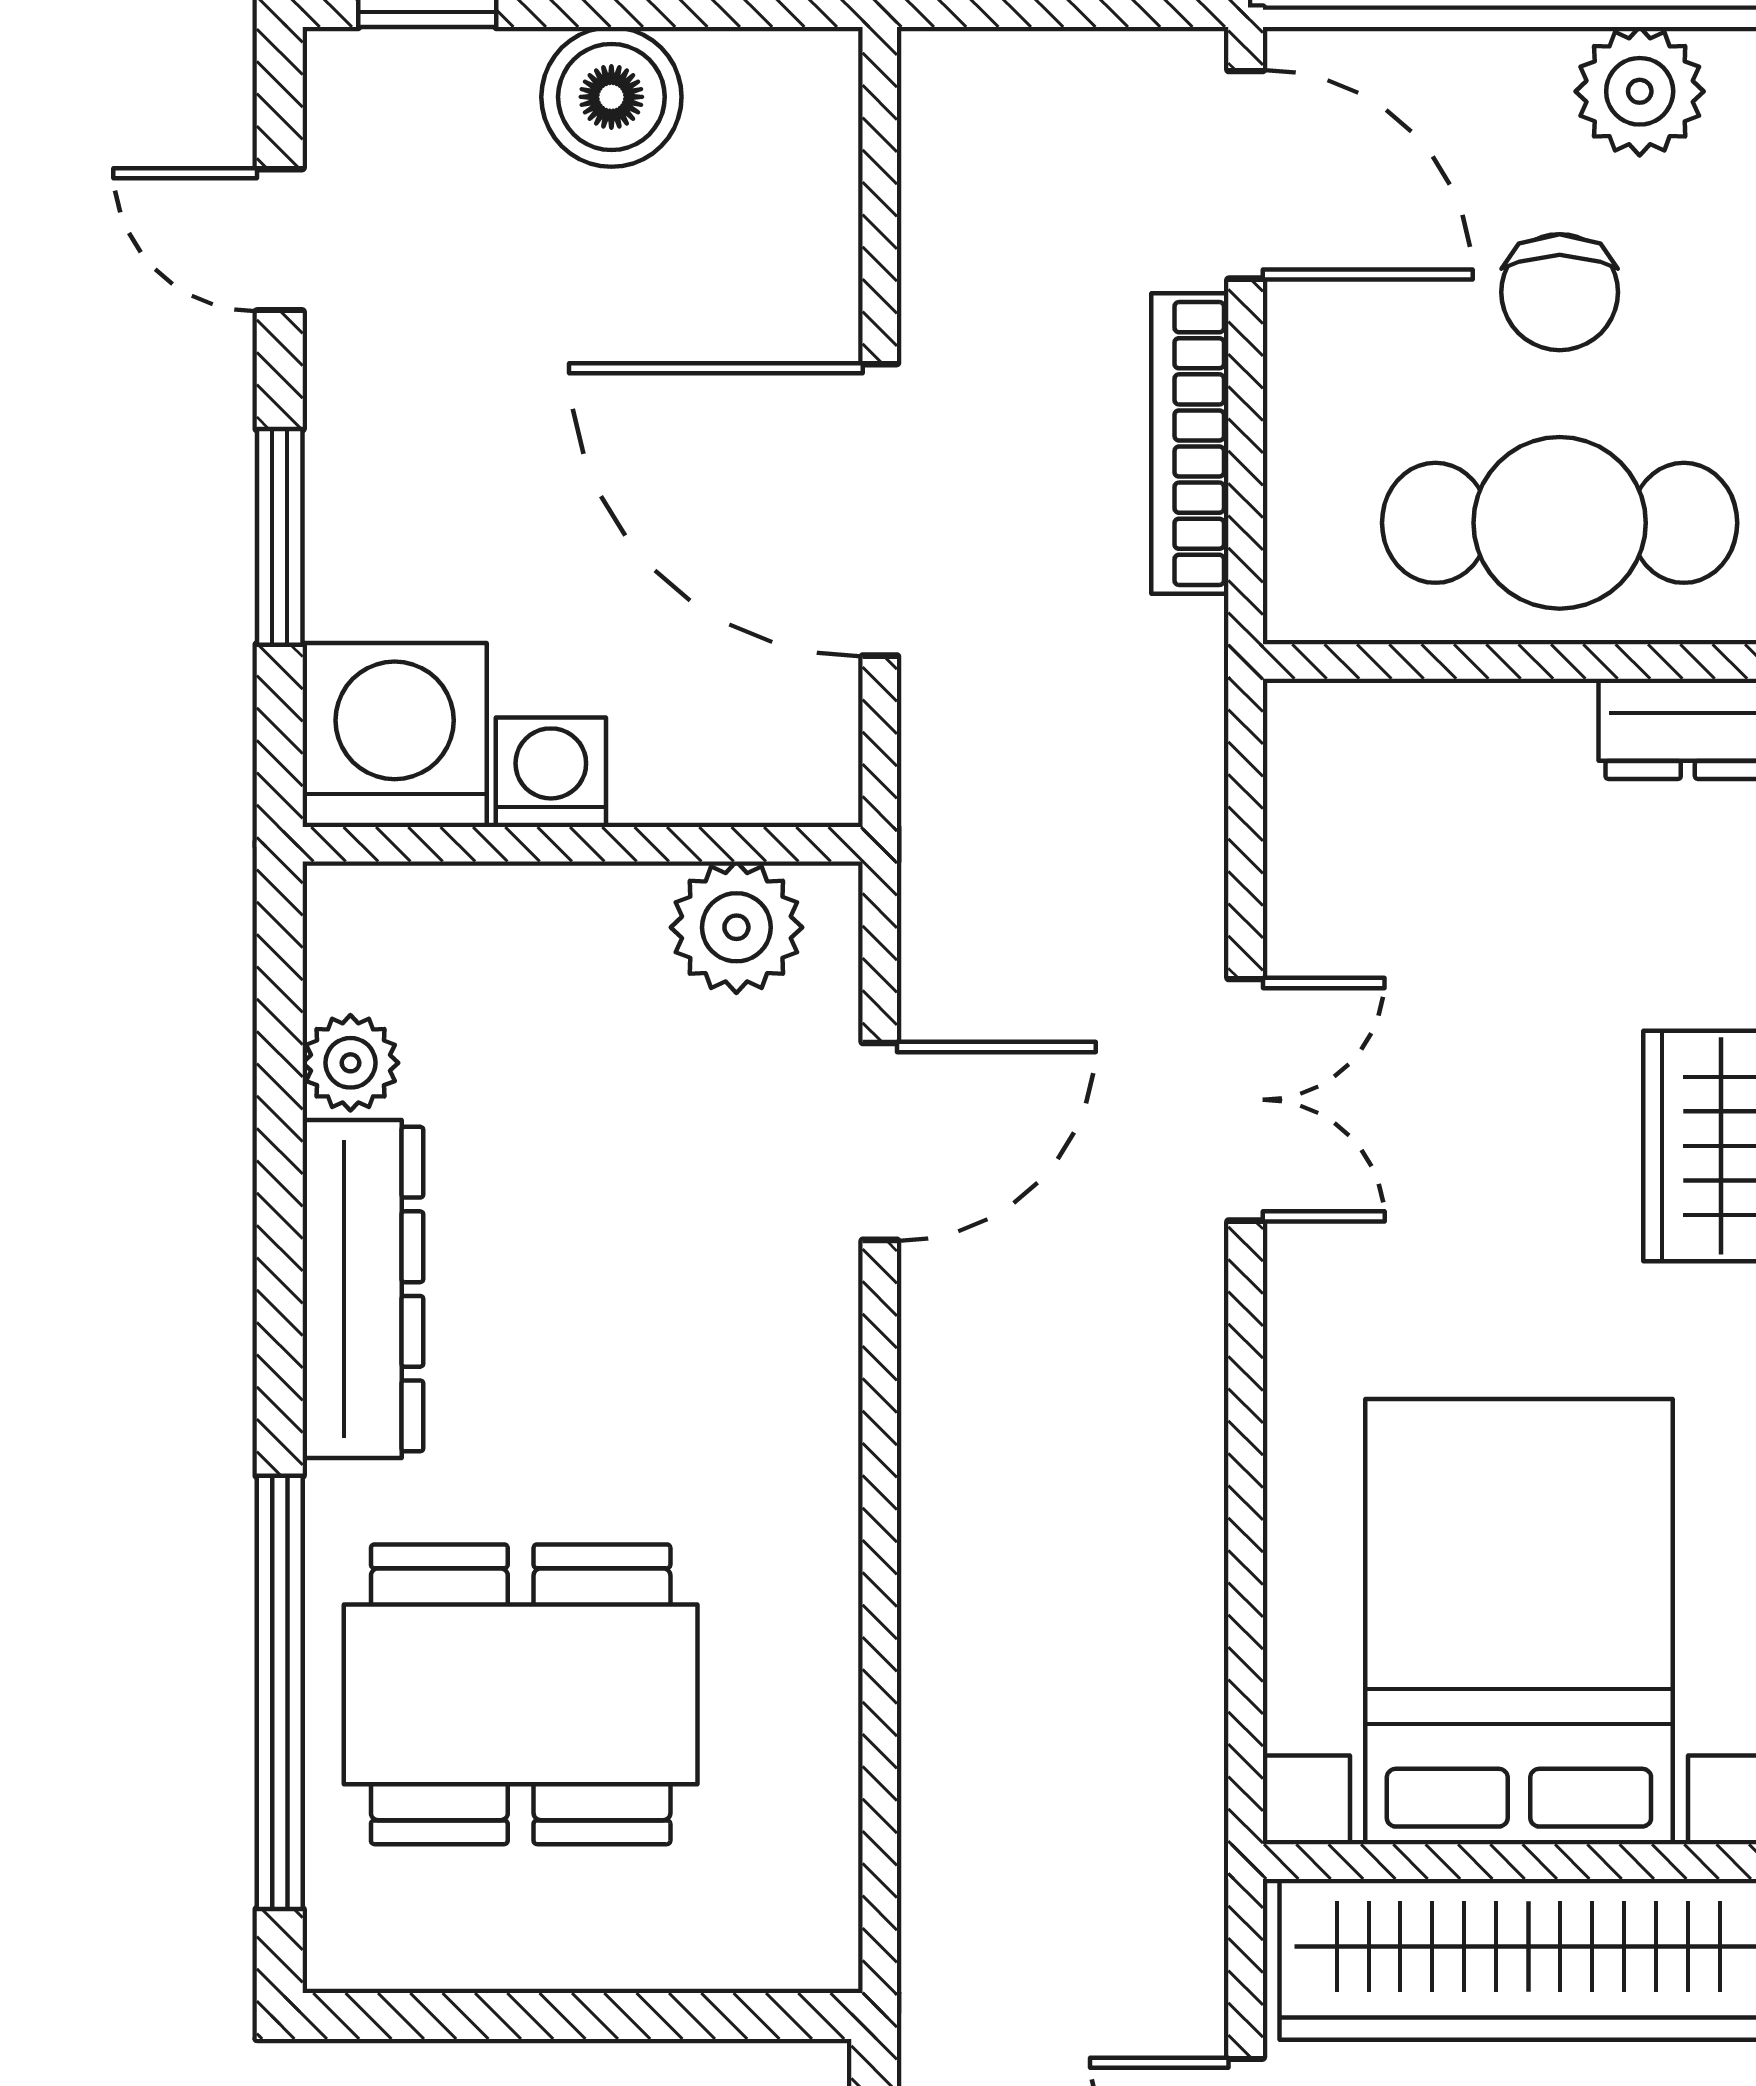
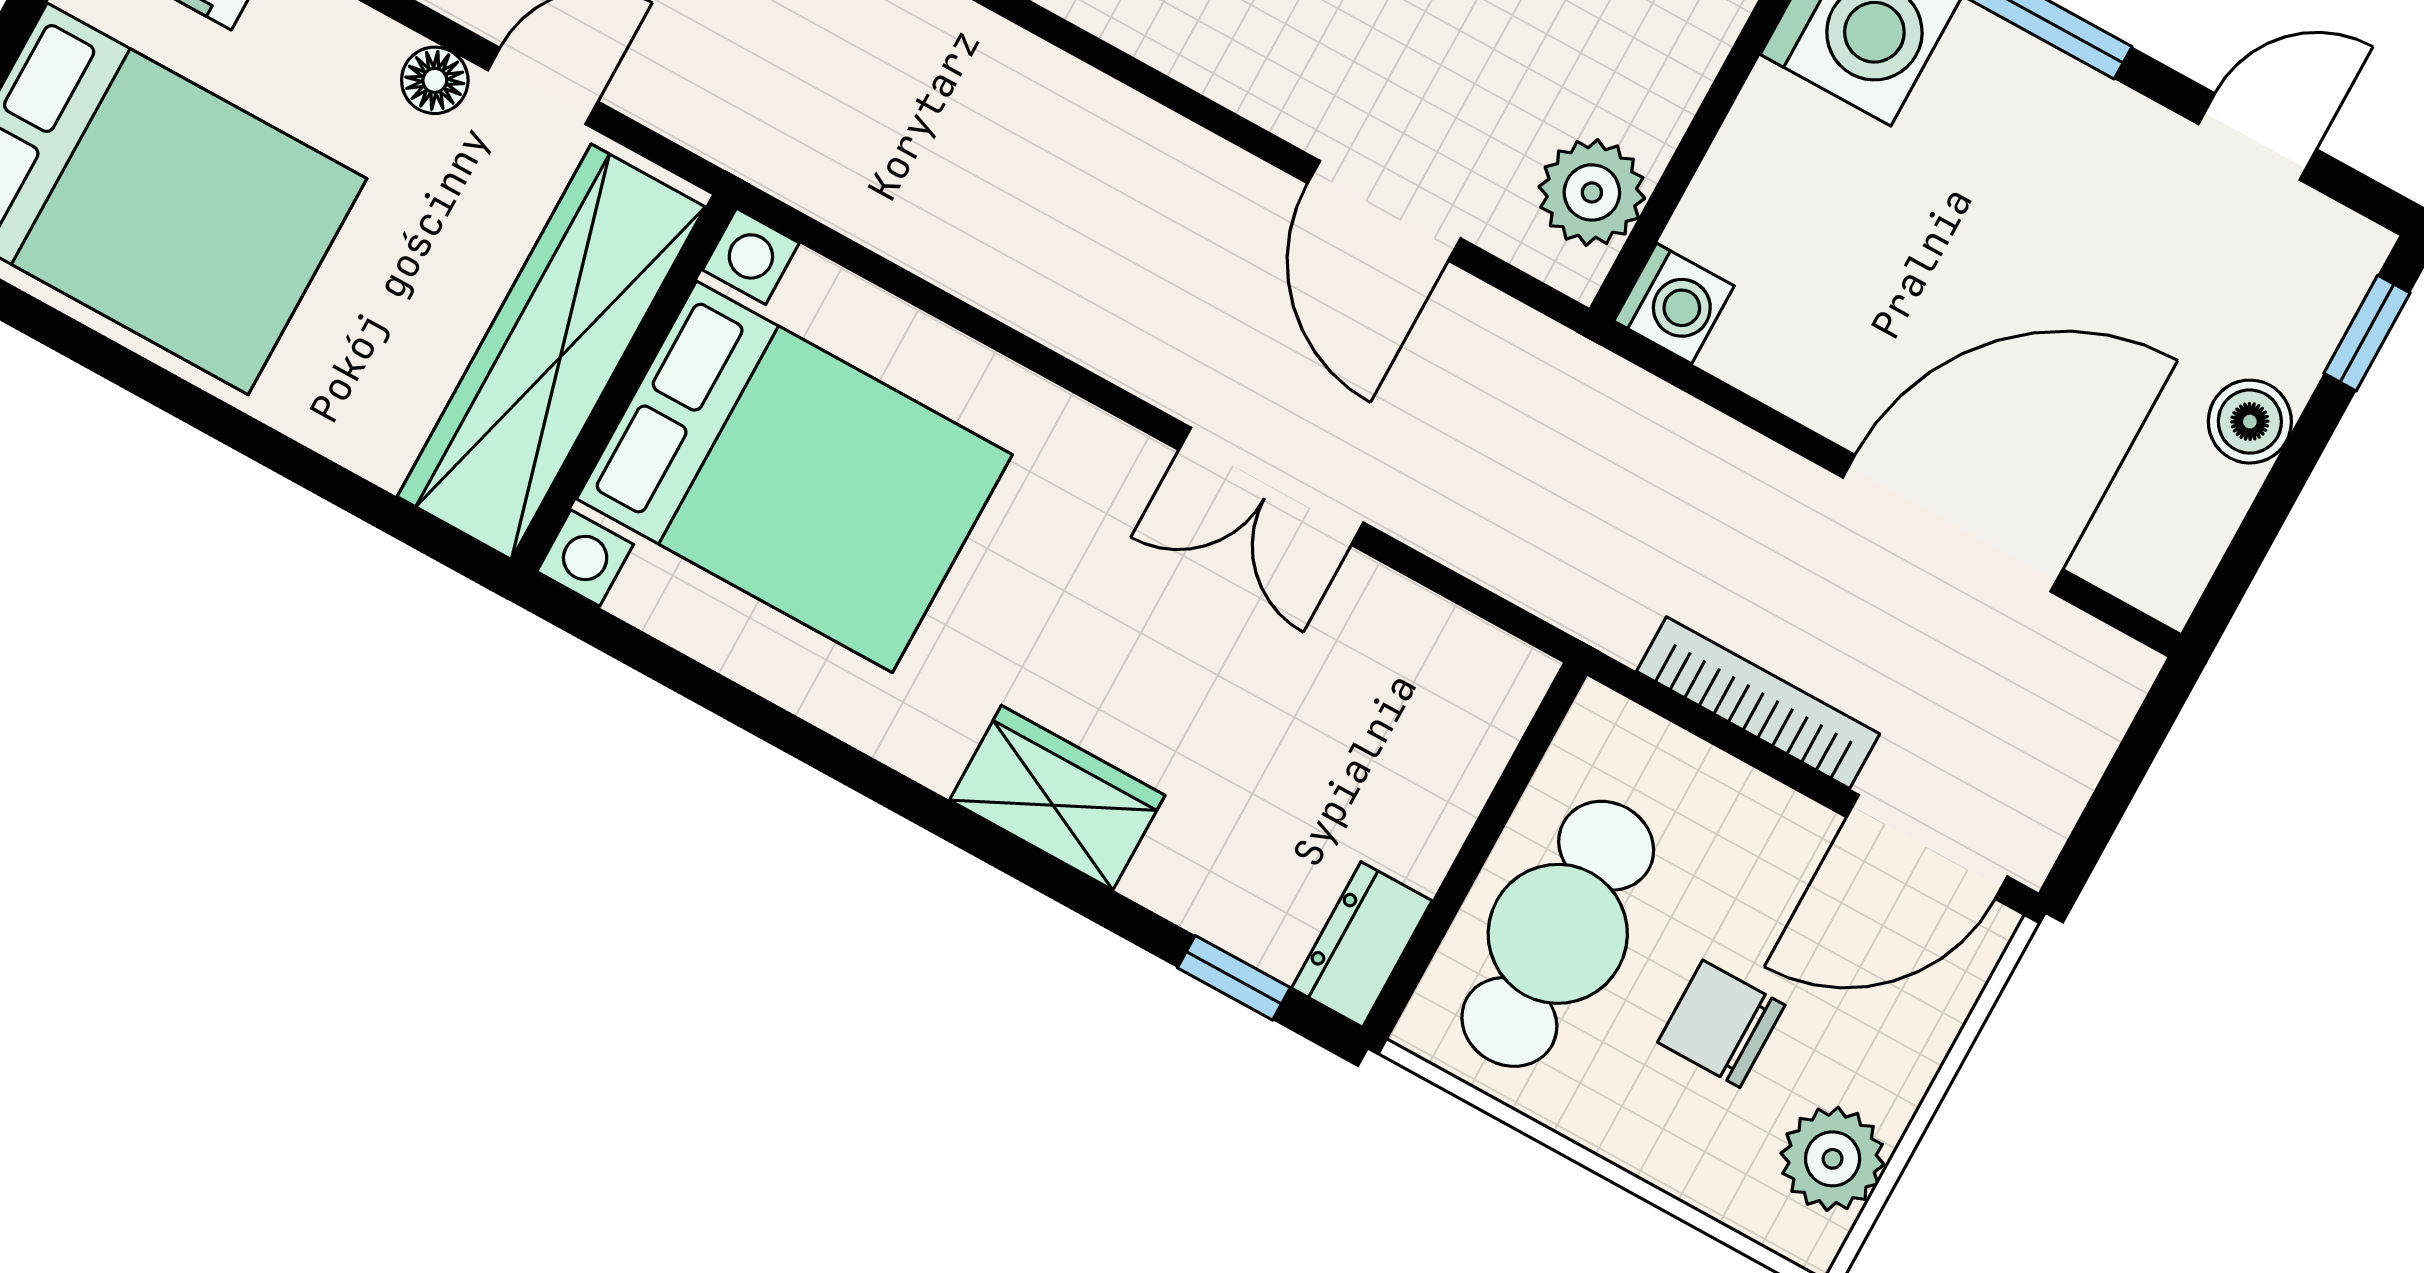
boiler: (611, 97) -> (2250, 422), width x0.73, depth x0.73
door: (880, 510) -> (1953, 523), moved
washing machine: (551, 772) -> (1674, 303), moved

